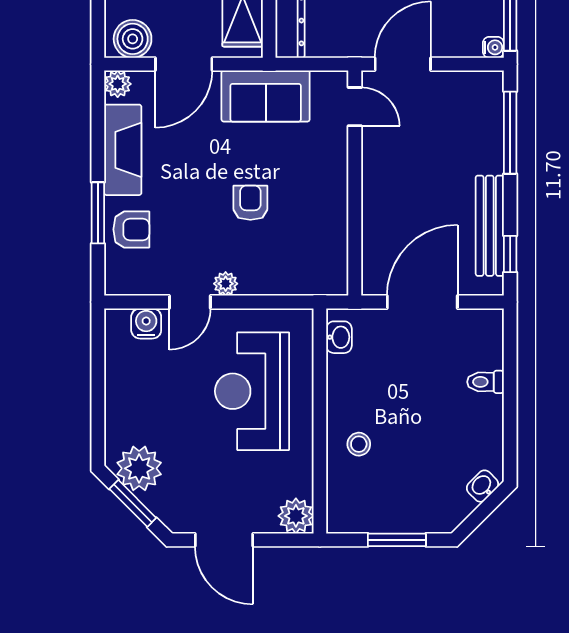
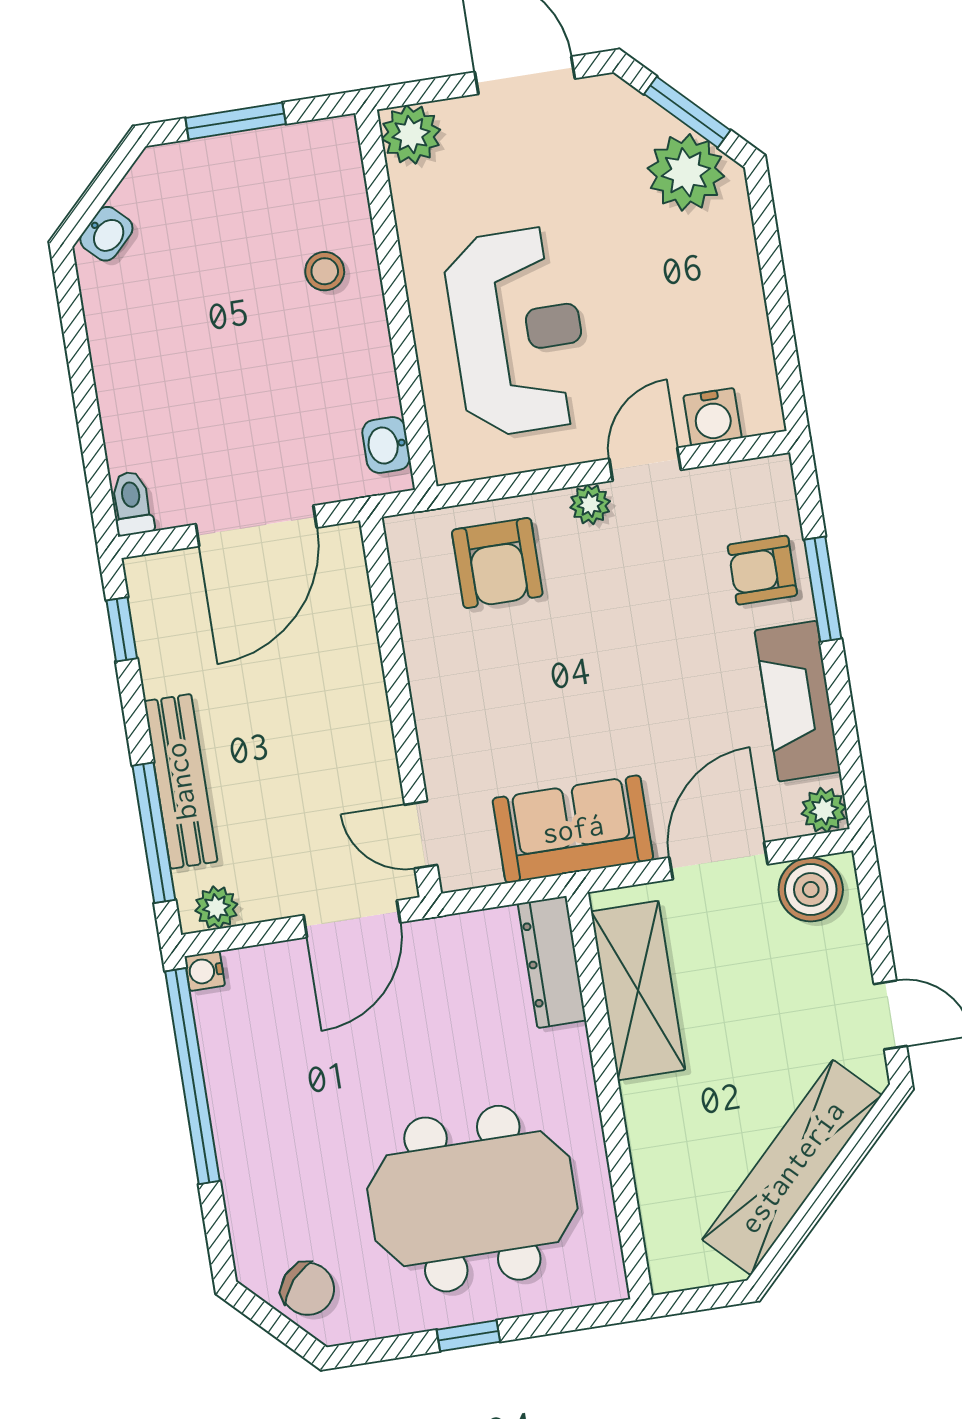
plant: (481, 83) -> (216, 908), added
armchair: (250, 203) -> (497, 563), moved, width x1.38, depth x1.38
bench: (490, 226) -> (181, 781), moved
toilet: (485, 382) -> (132, 503), moved, turned -90

